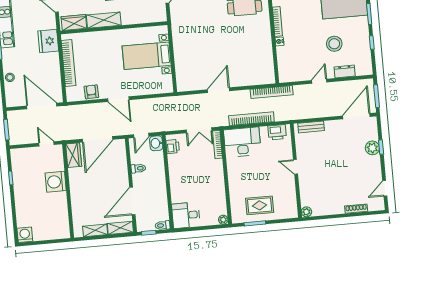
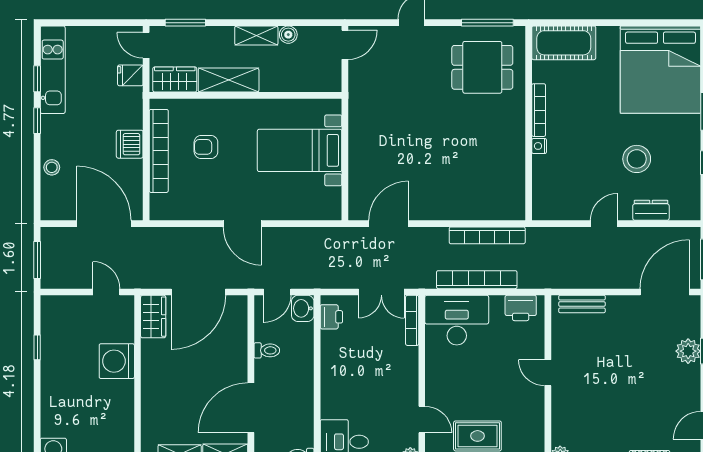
fridge: (48, 41) -> (130, 75), moved, width x0.53, depth x0.75
dishwasher: (52, 61) -> (130, 144), added
door: (219, 90) -> (389, 224), moved
armchair: (91, 92) -> (206, 147), moved, turned -88
bookcase: (272, 92) -> (487, 235), moved
door: (228, 199) -> (422, 420), added

